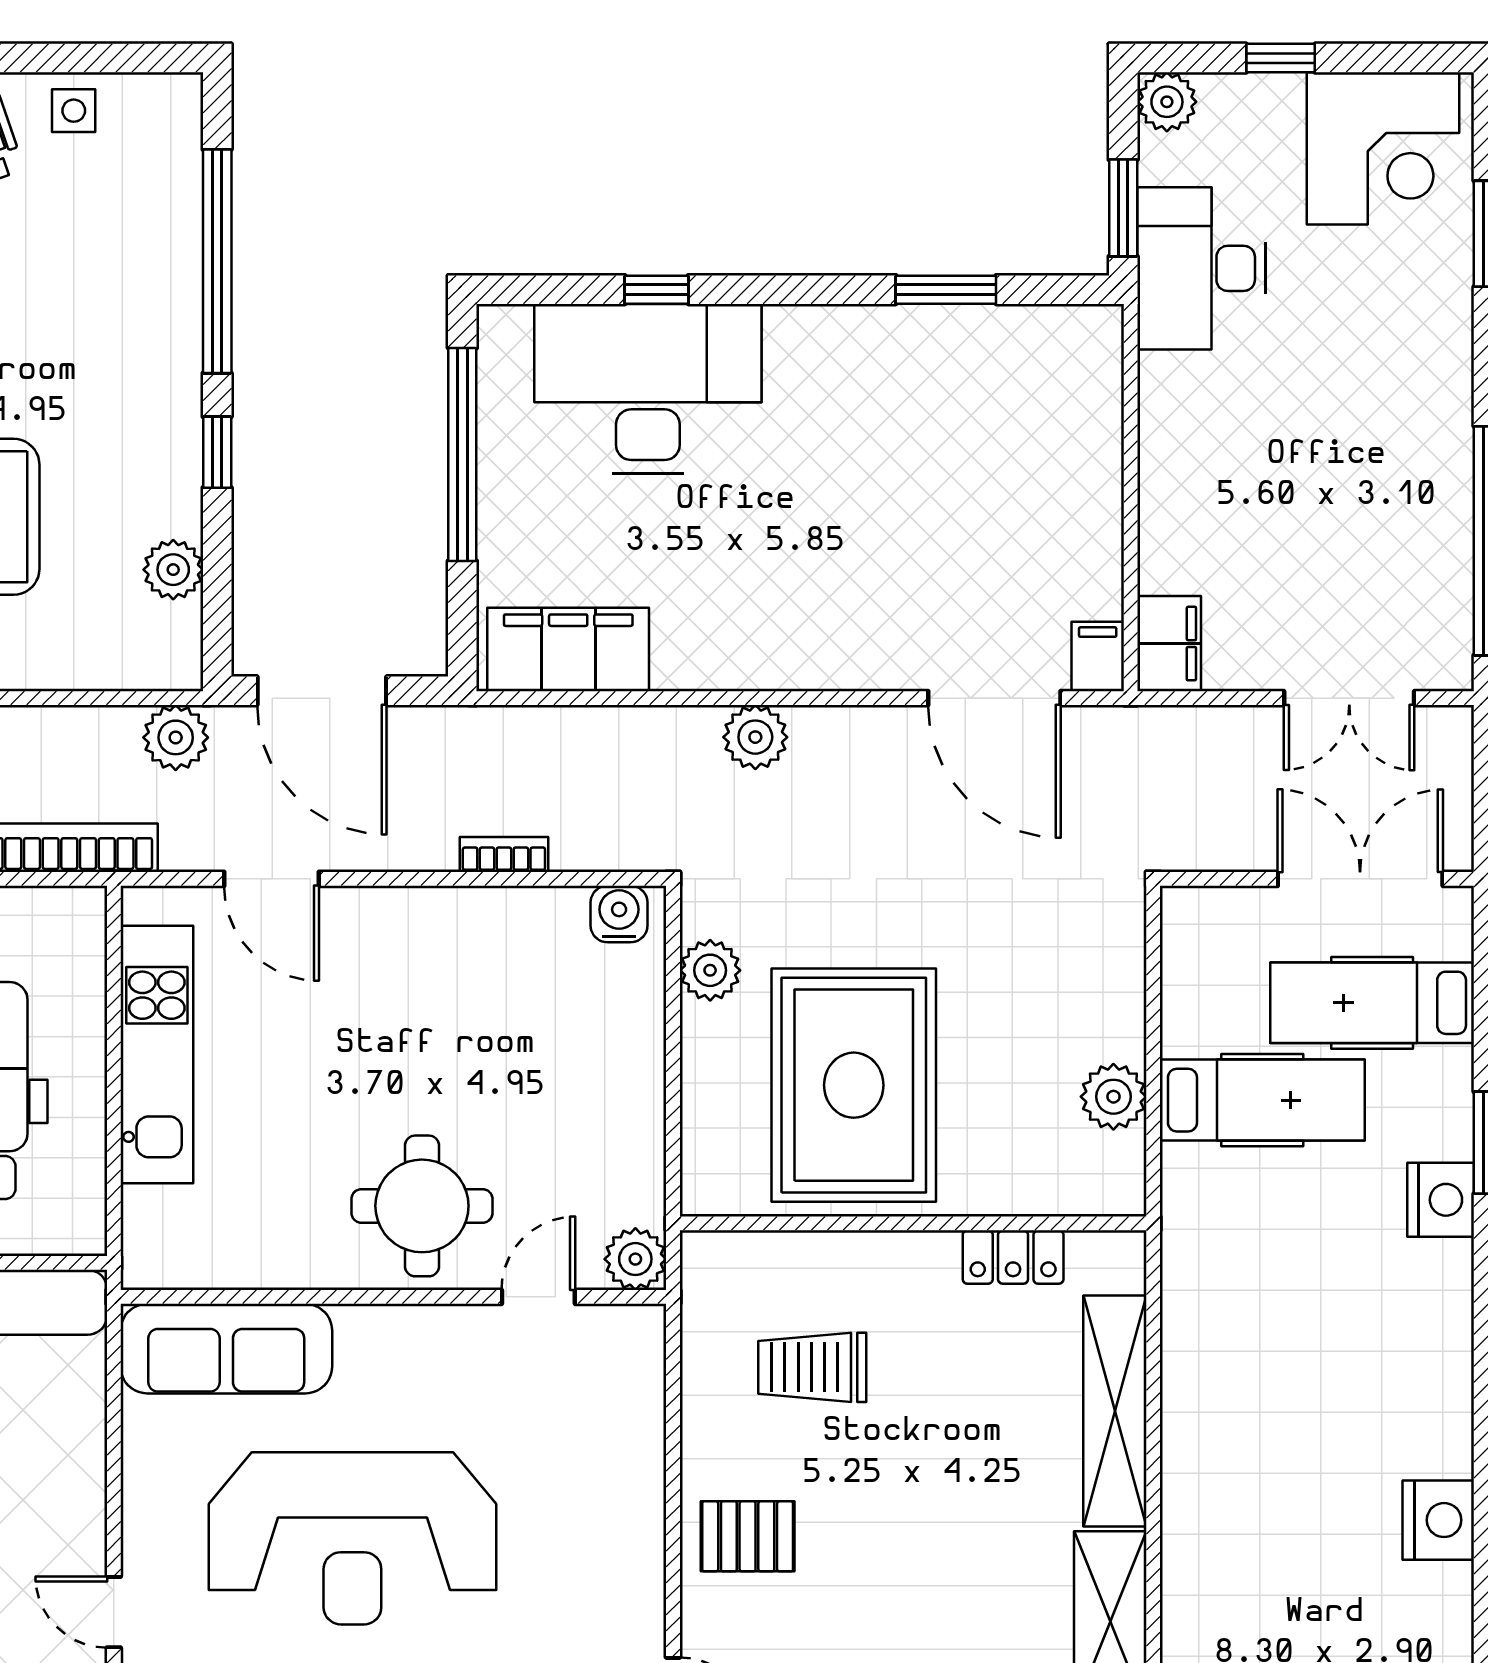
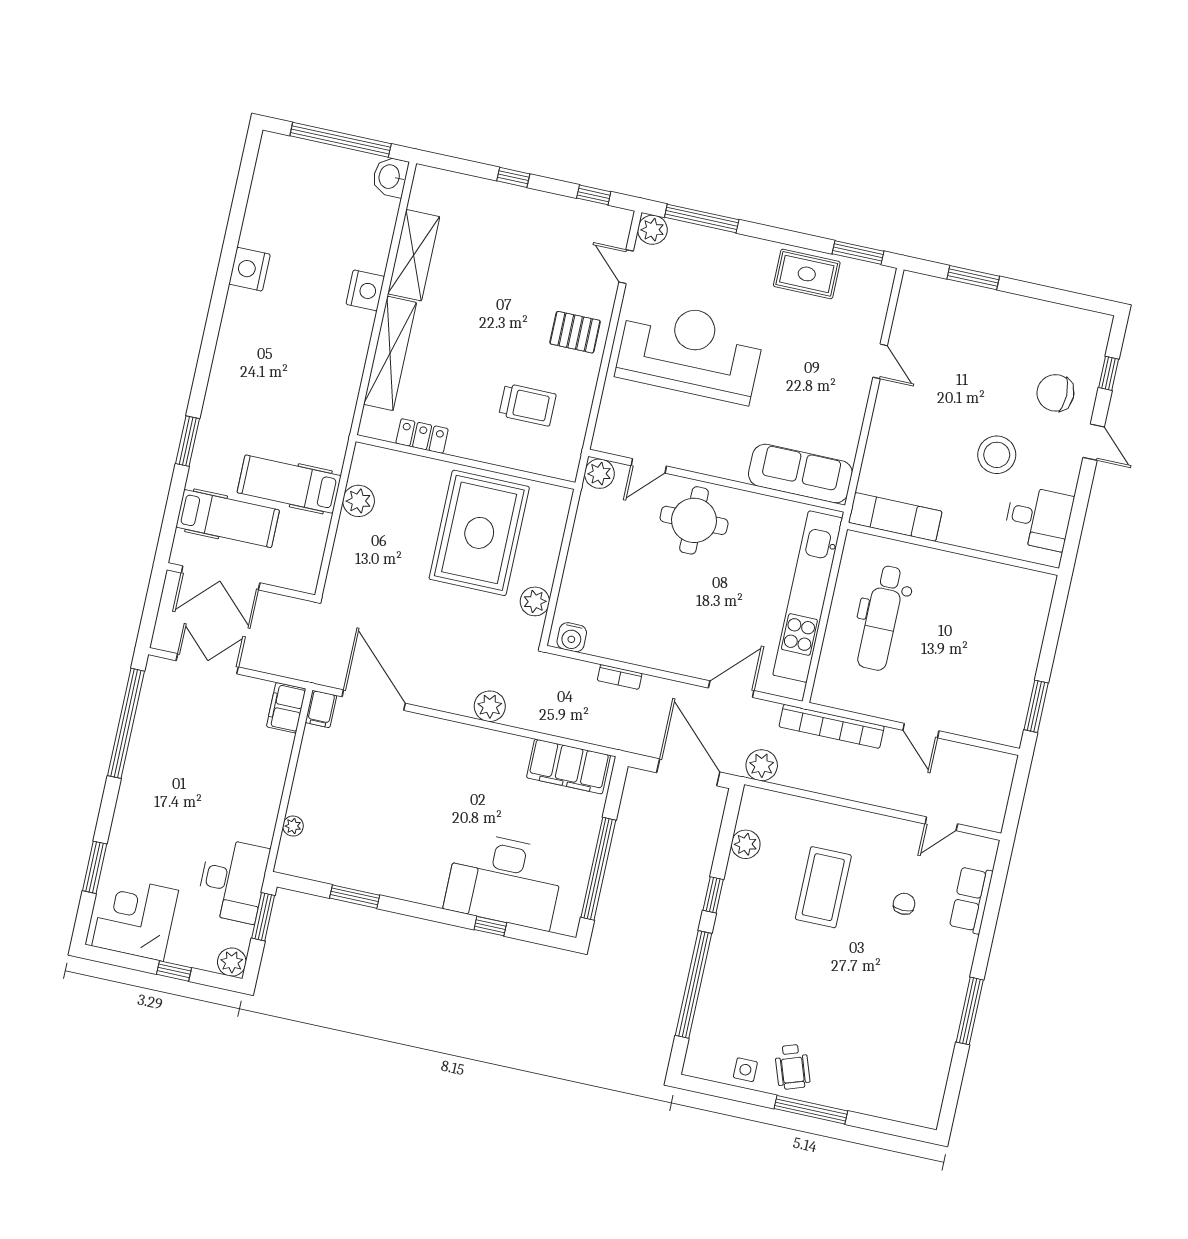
plant: (1103, 406) -> (293, 826), added
door: (271, 879) -> (731, 689), hinge flipped
kitchen unit: (157, 1054) -> (808, 597), width x1.36
nightstand: (1441, 1200) -> (365, 290), moved, turned 180
reception desk: (352, 1538) -> (690, 351), moved

